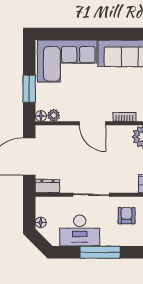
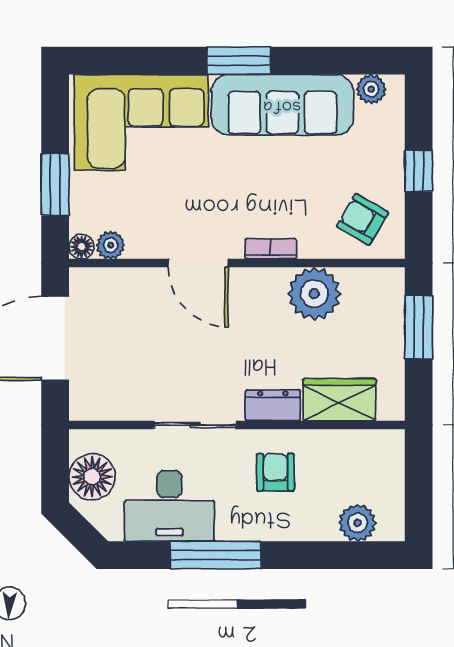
window: (110, 34) -> (239, 61), added
dresser: (47, 186) -> (273, 405), moved
floor lamp: (41, 222) -> (92, 477), width x1.89, depth x1.89

